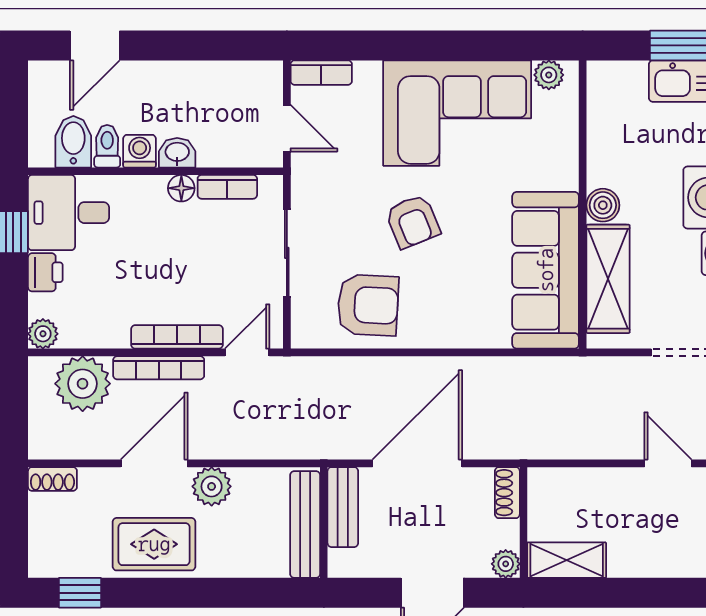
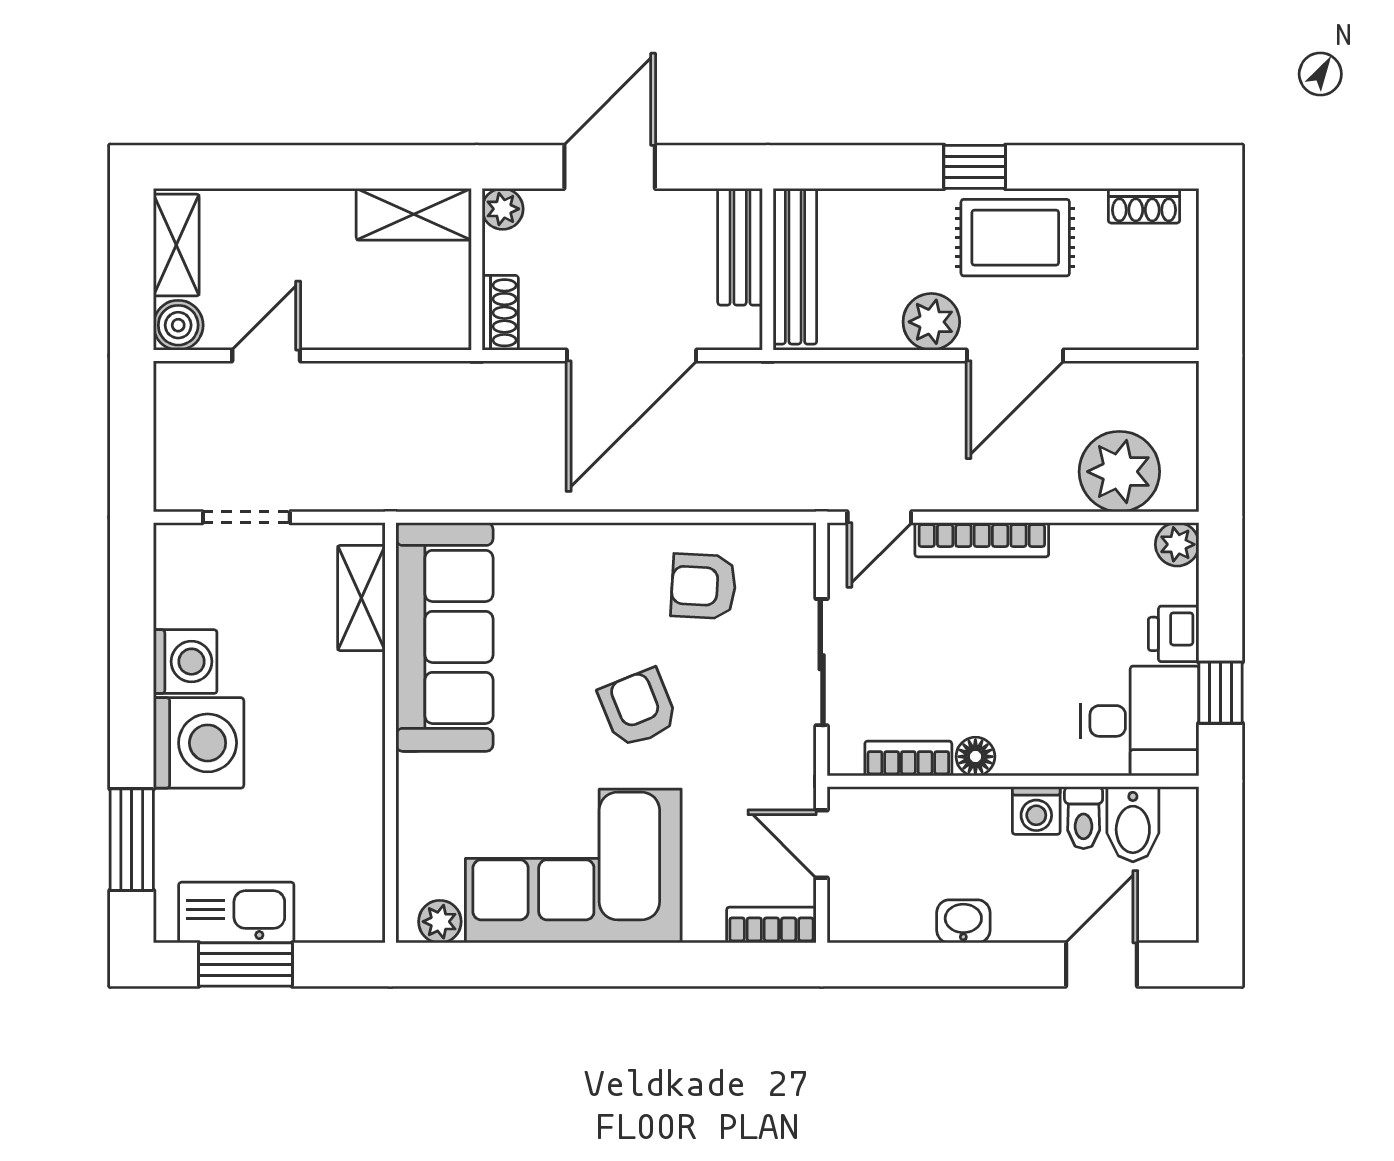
washbasin: (177, 153) -> (963, 921), moved, turned 180
boiler: (603, 205) -> (361, 732), removed
shelving: (608, 279) -> (361, 598), width x0.67, depth x0.75
armchair: (368, 305) -> (703, 586), width x0.72, depth x0.72
bookcase: (159, 368) -> (1008, 495), removed
door: (668, 463) -> (266, 355), swing flipped
shoe rack: (52, 479) -> (1144, 206), moved, turned 180
bench: (343, 507) -> (740, 247), moved
window: (80, 593) -> (975, 167), moved

